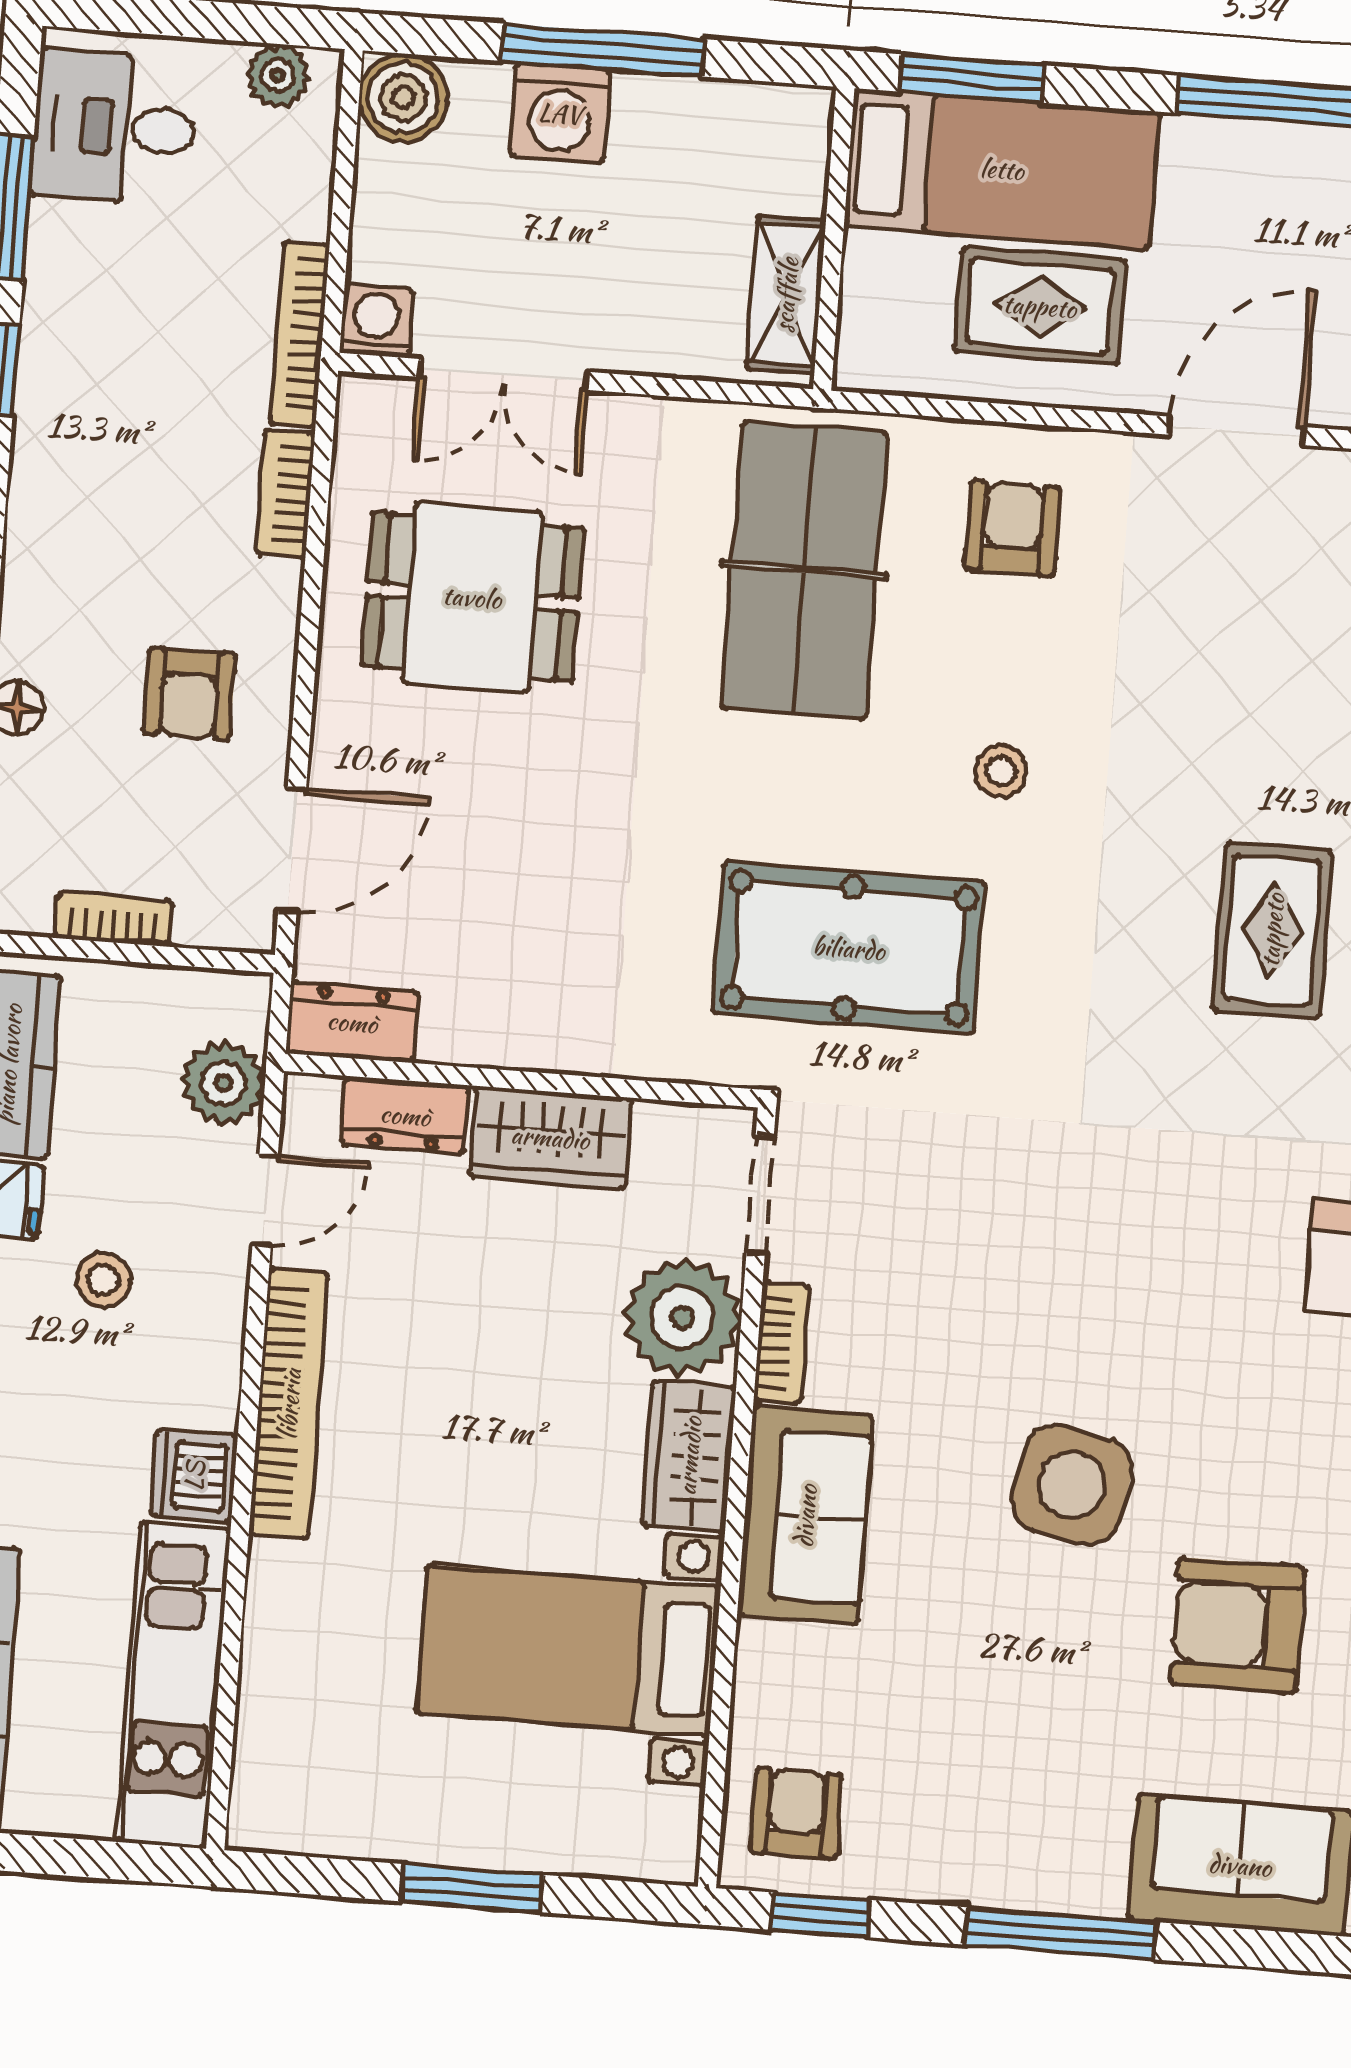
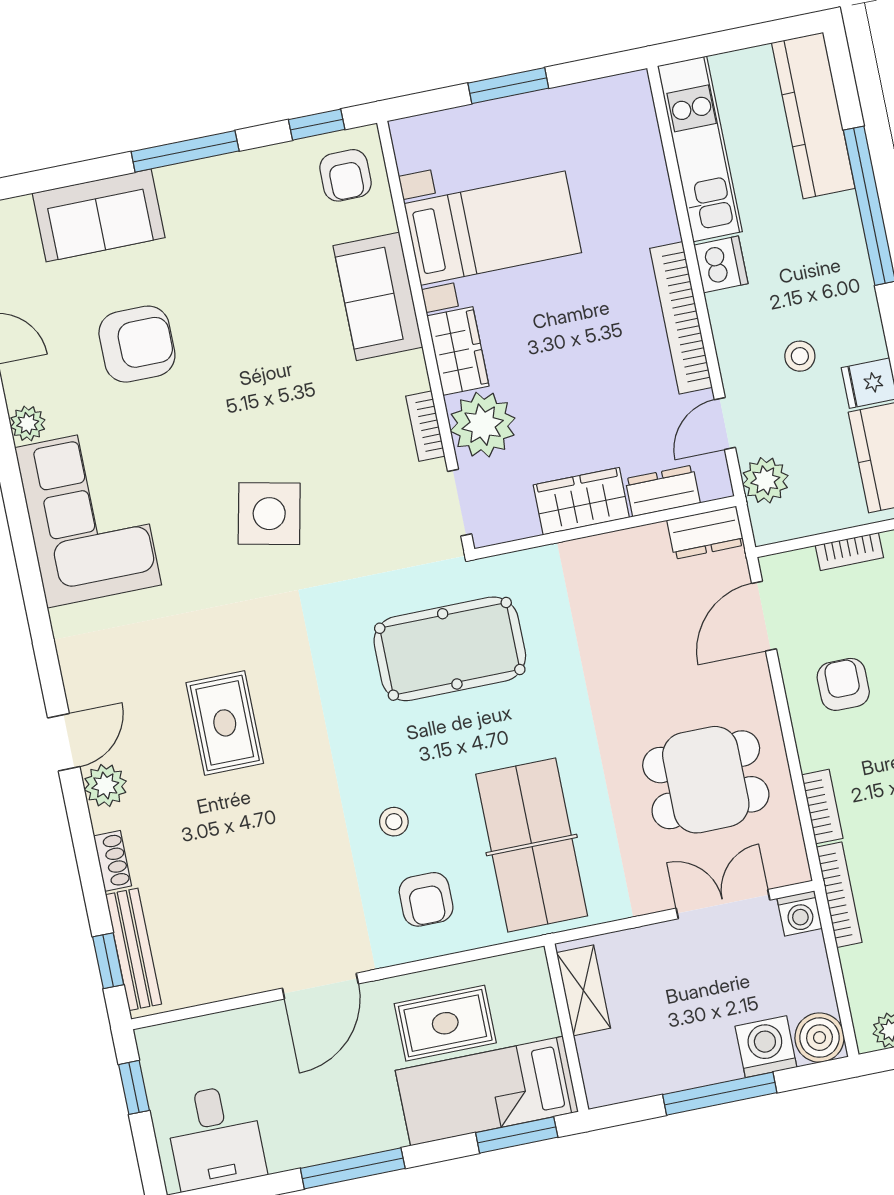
washing machine: (560, 113) -> (766, 1047), moved
stool: (1001, 771) -> (394, 822), moved
side table: (1072, 1485) -> (269, 514), moved
sofa: (805, 1516) -> (378, 296), moved

